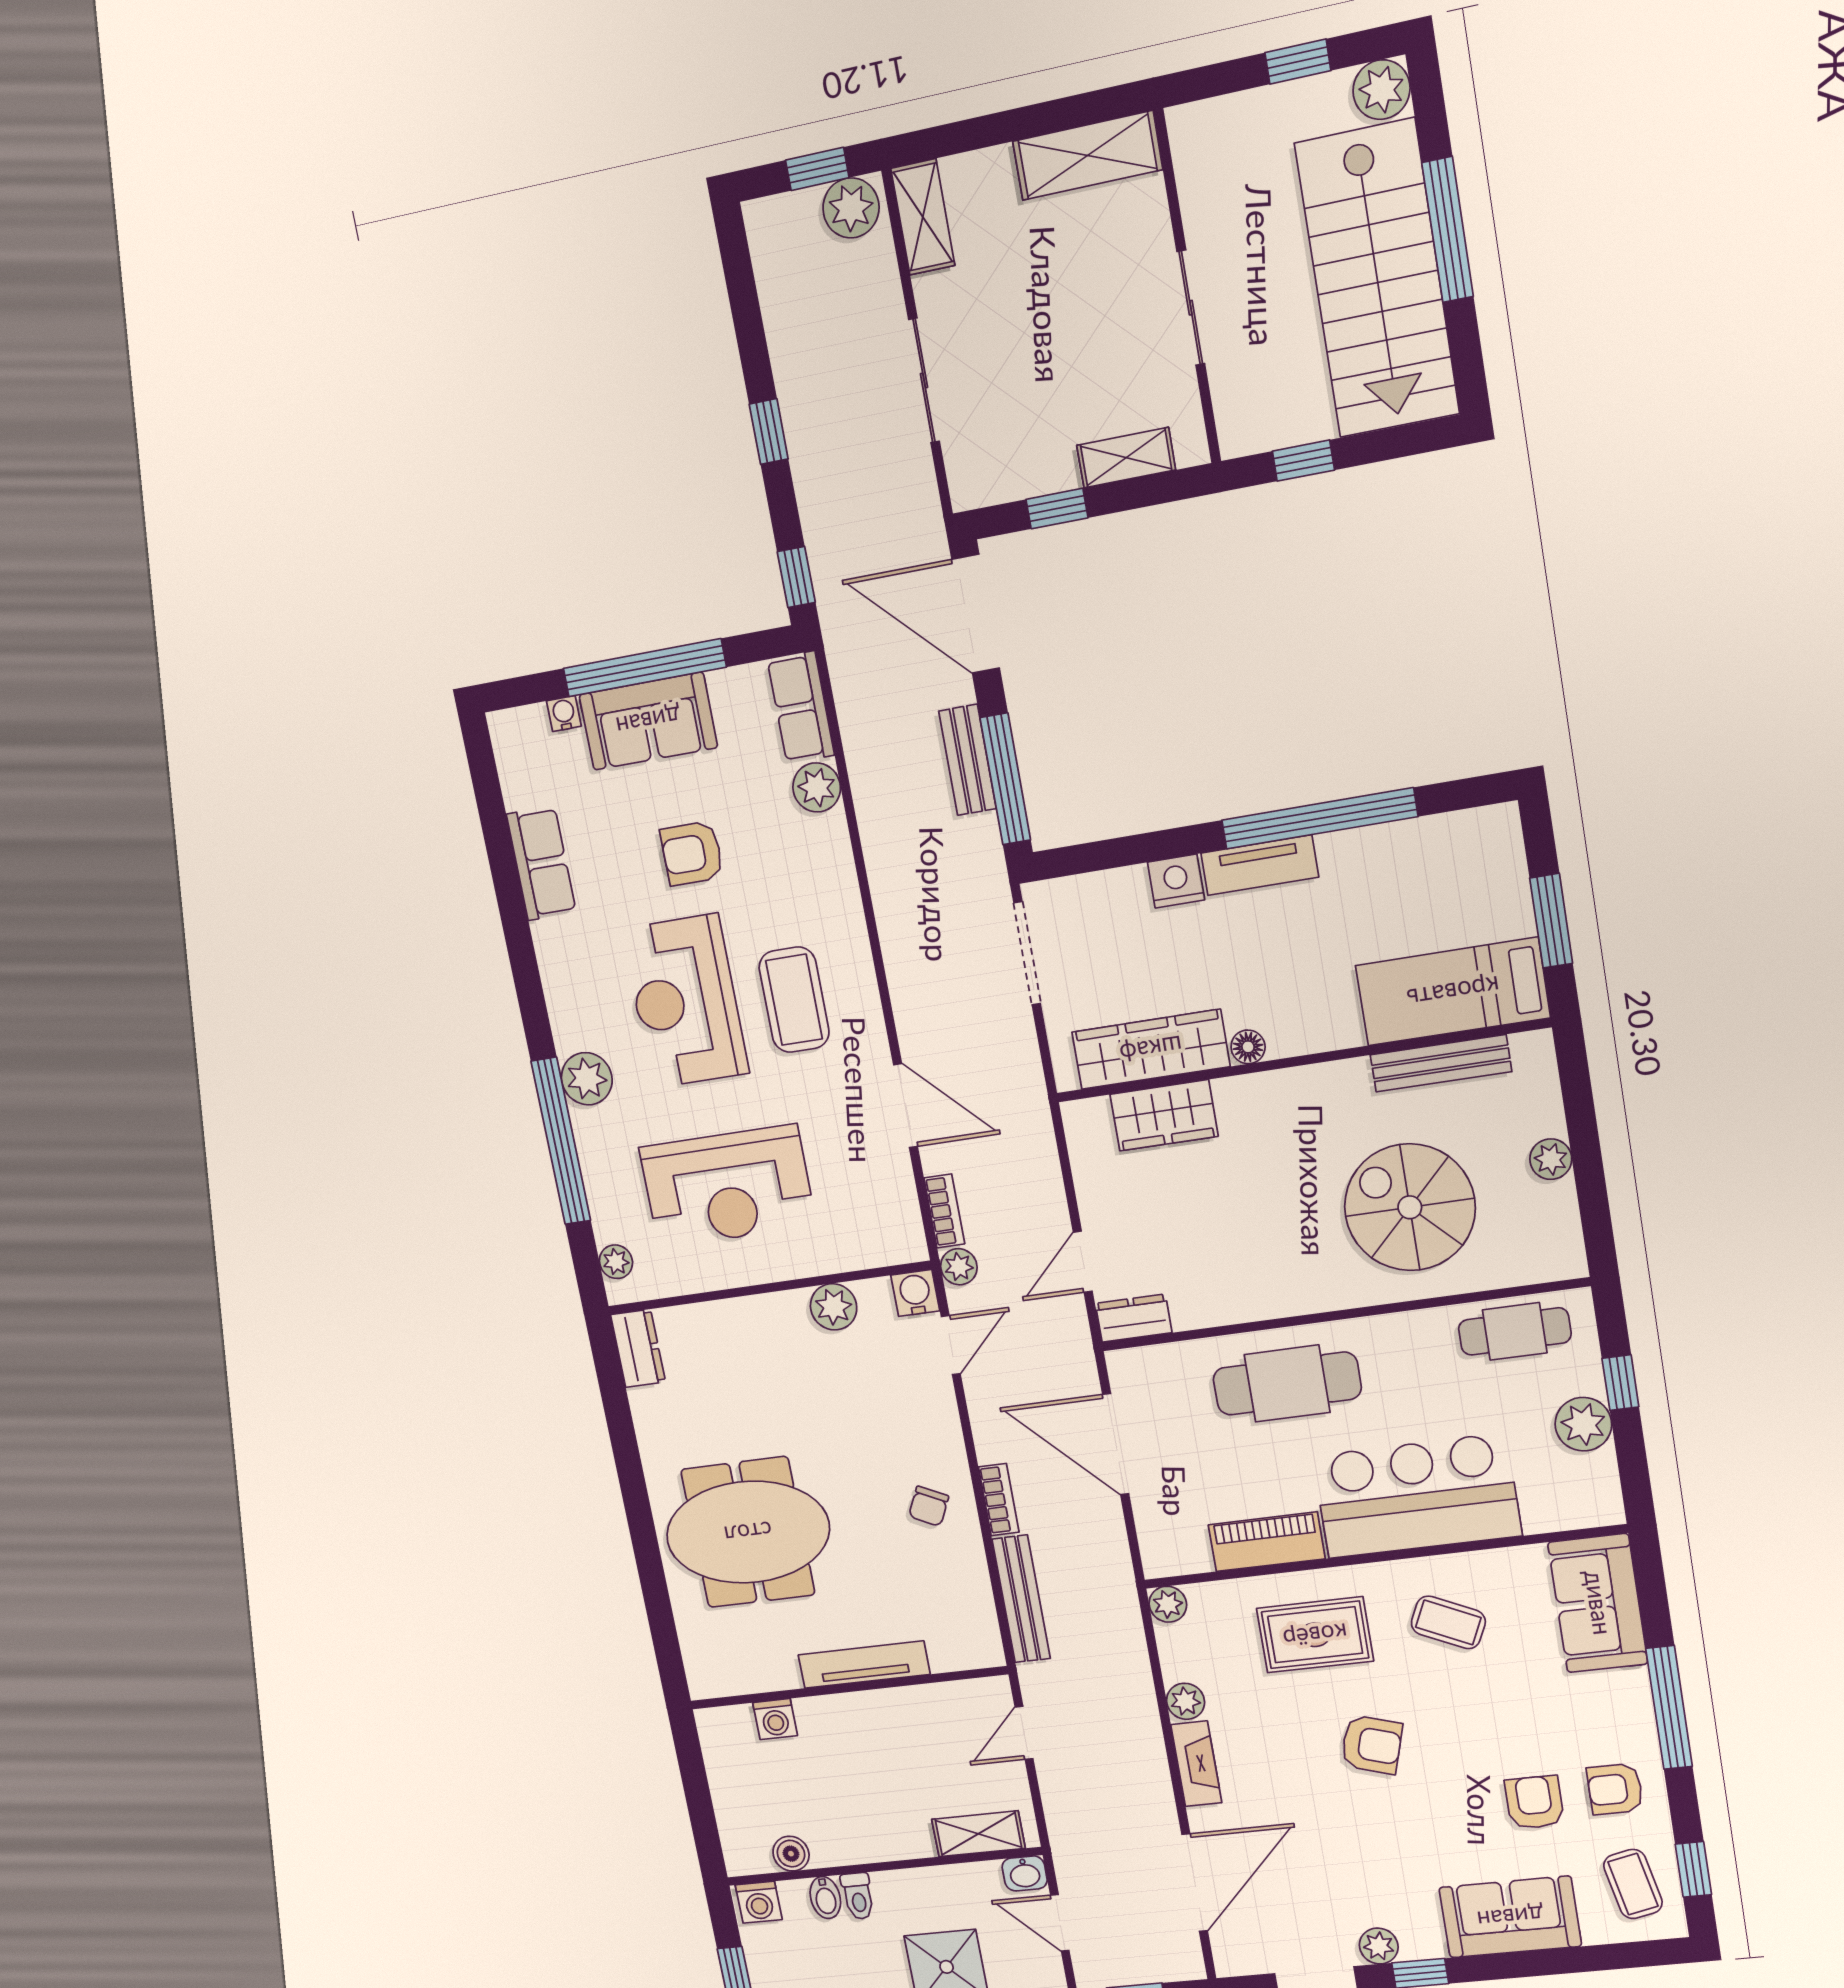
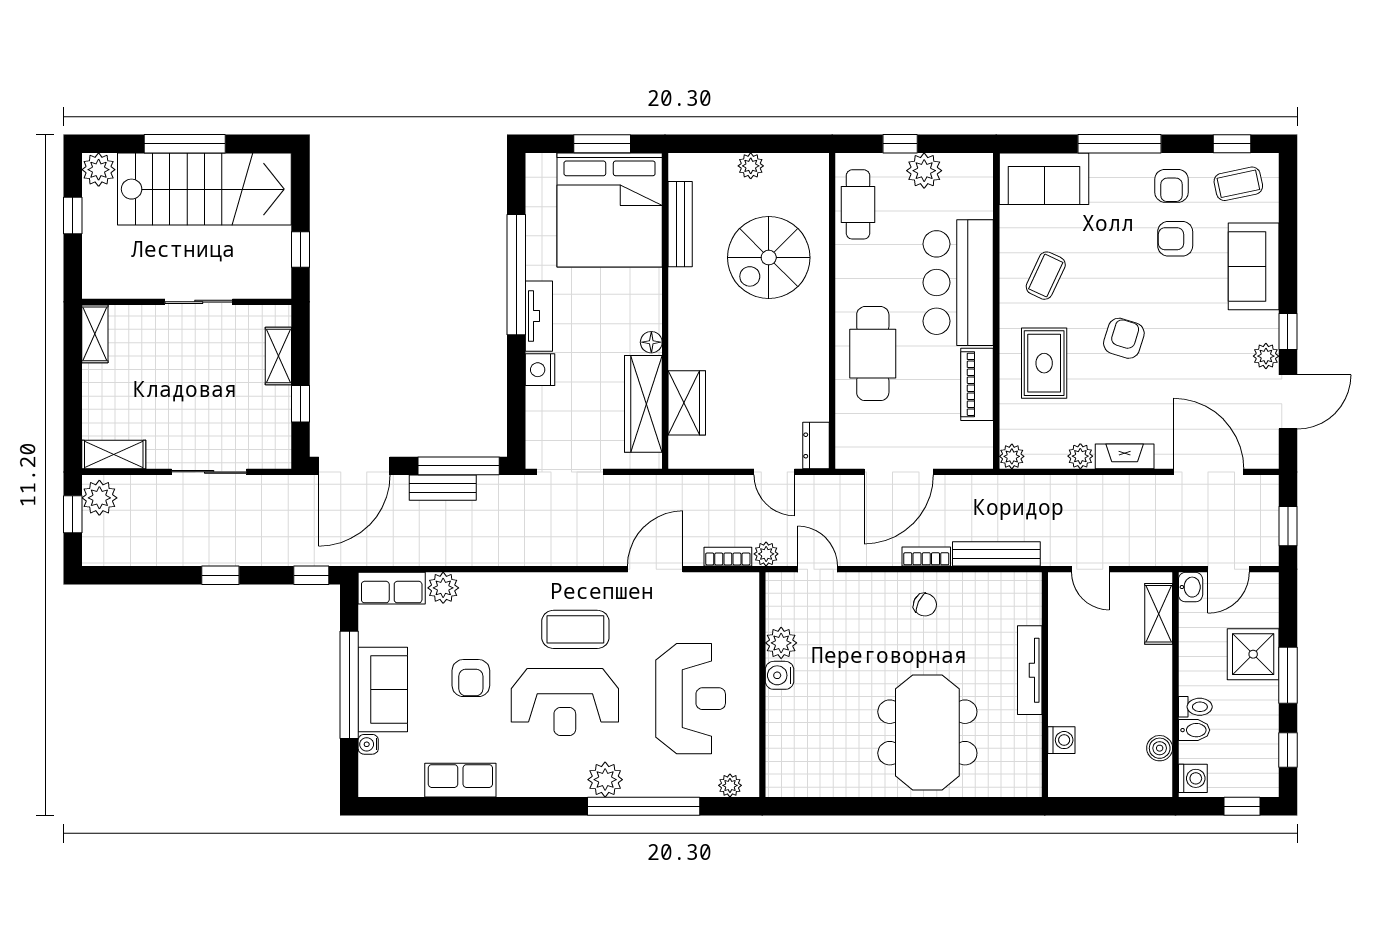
shelving: (1088, 155) -> (95, 334), width x0.67, depth x0.75
bed: (1453, 992) -> (610, 210), width x2.04
water cooler: (915, 1293) -> (779, 675), moved
dresser: (638, 1348) -> (791, 783), removed

